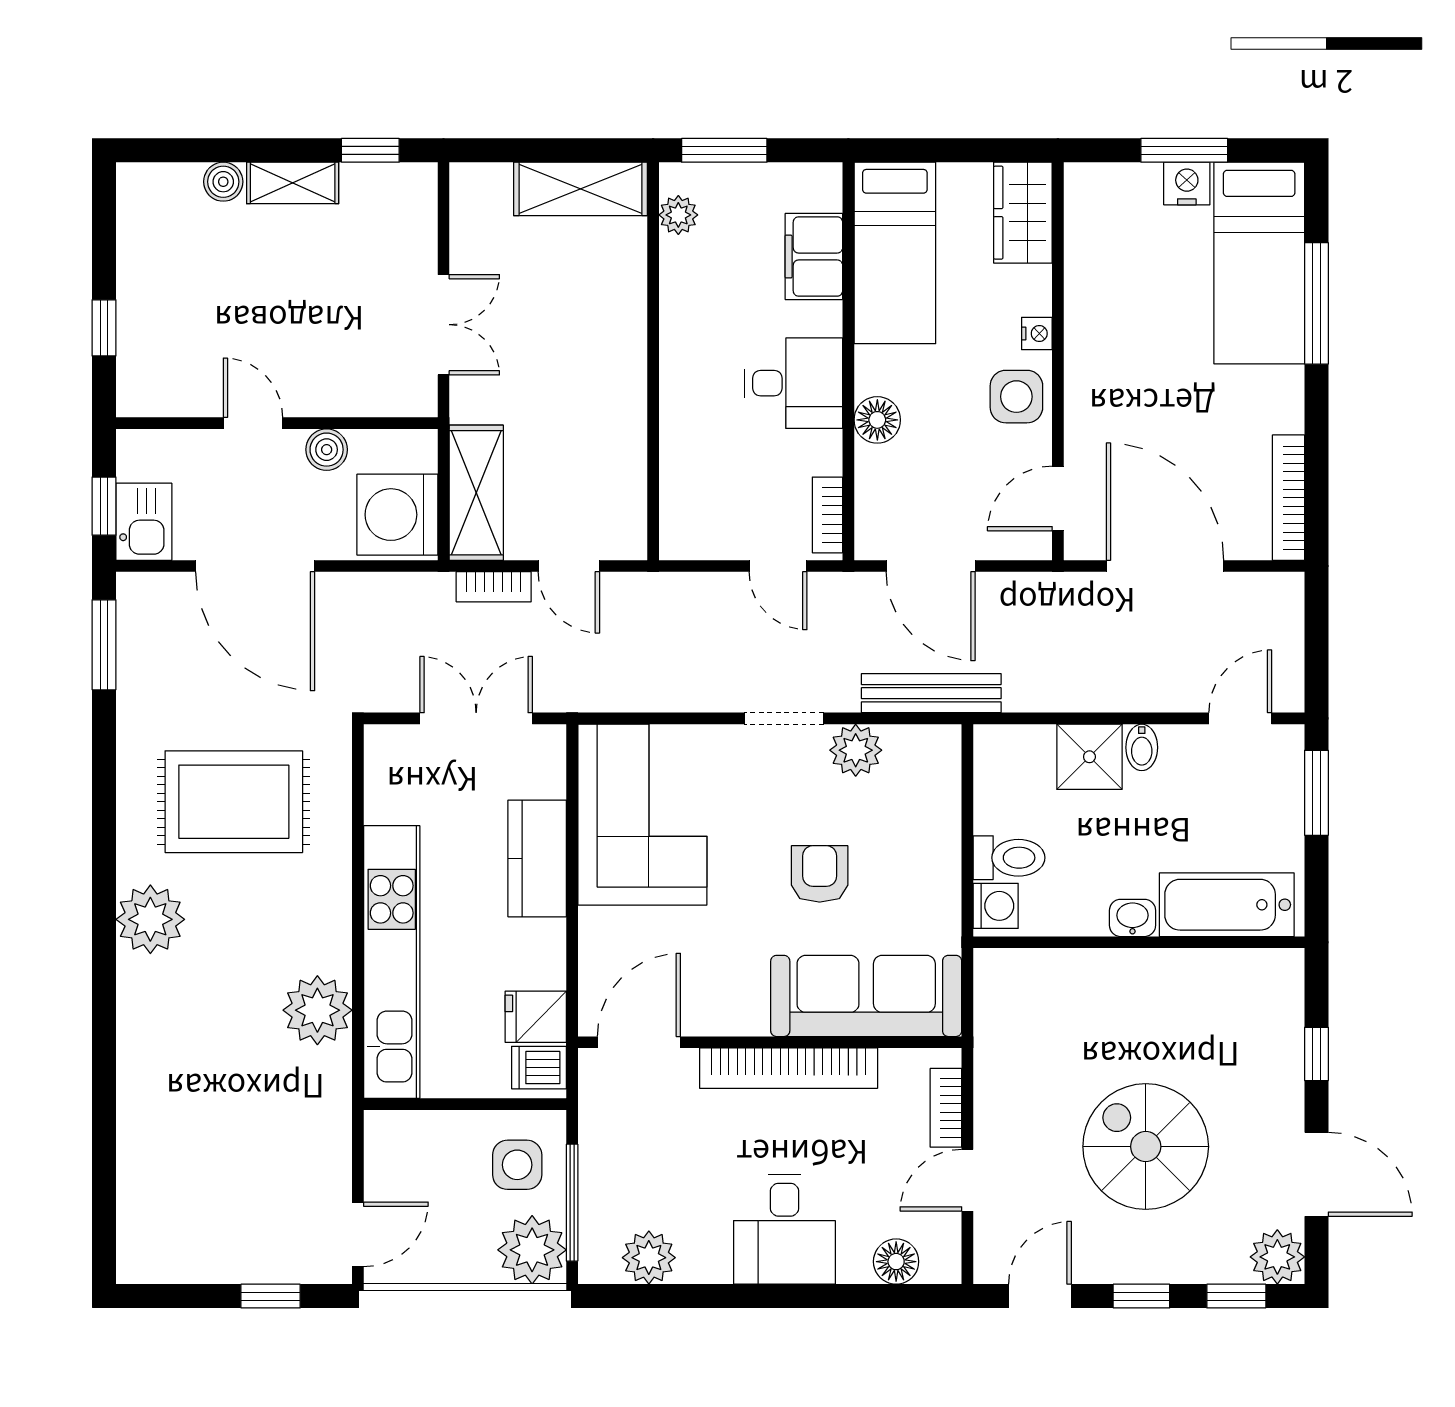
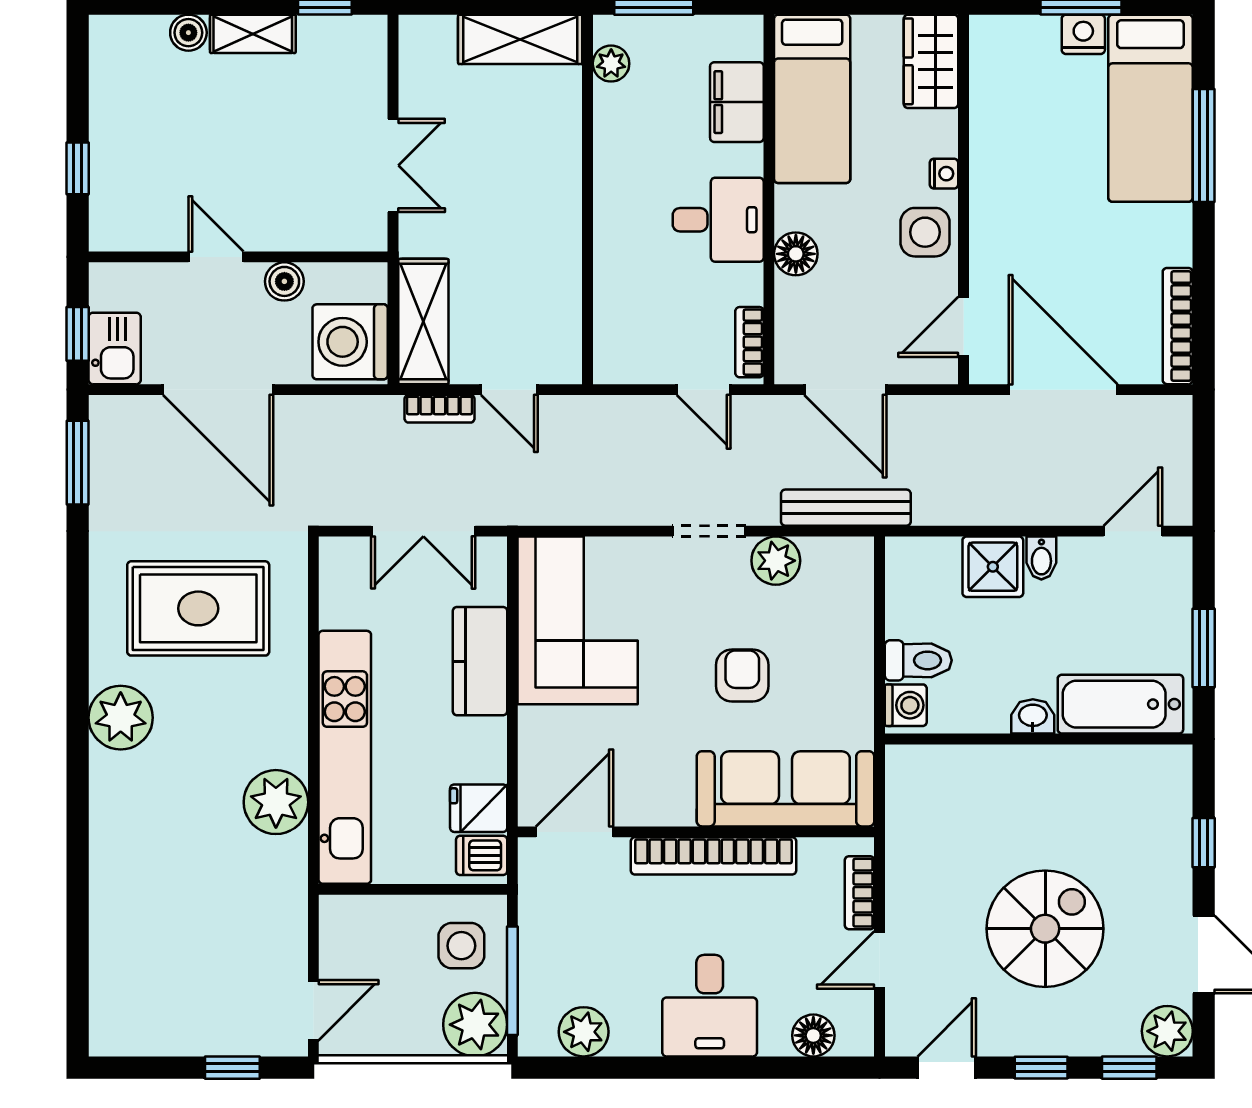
double door: (476, 718) -> (423, 531), swing flipped
window: (1316, 793) -> (1204, 648), moved
spiral stairs: (1146, 1147) -> (1045, 929), turned 90

